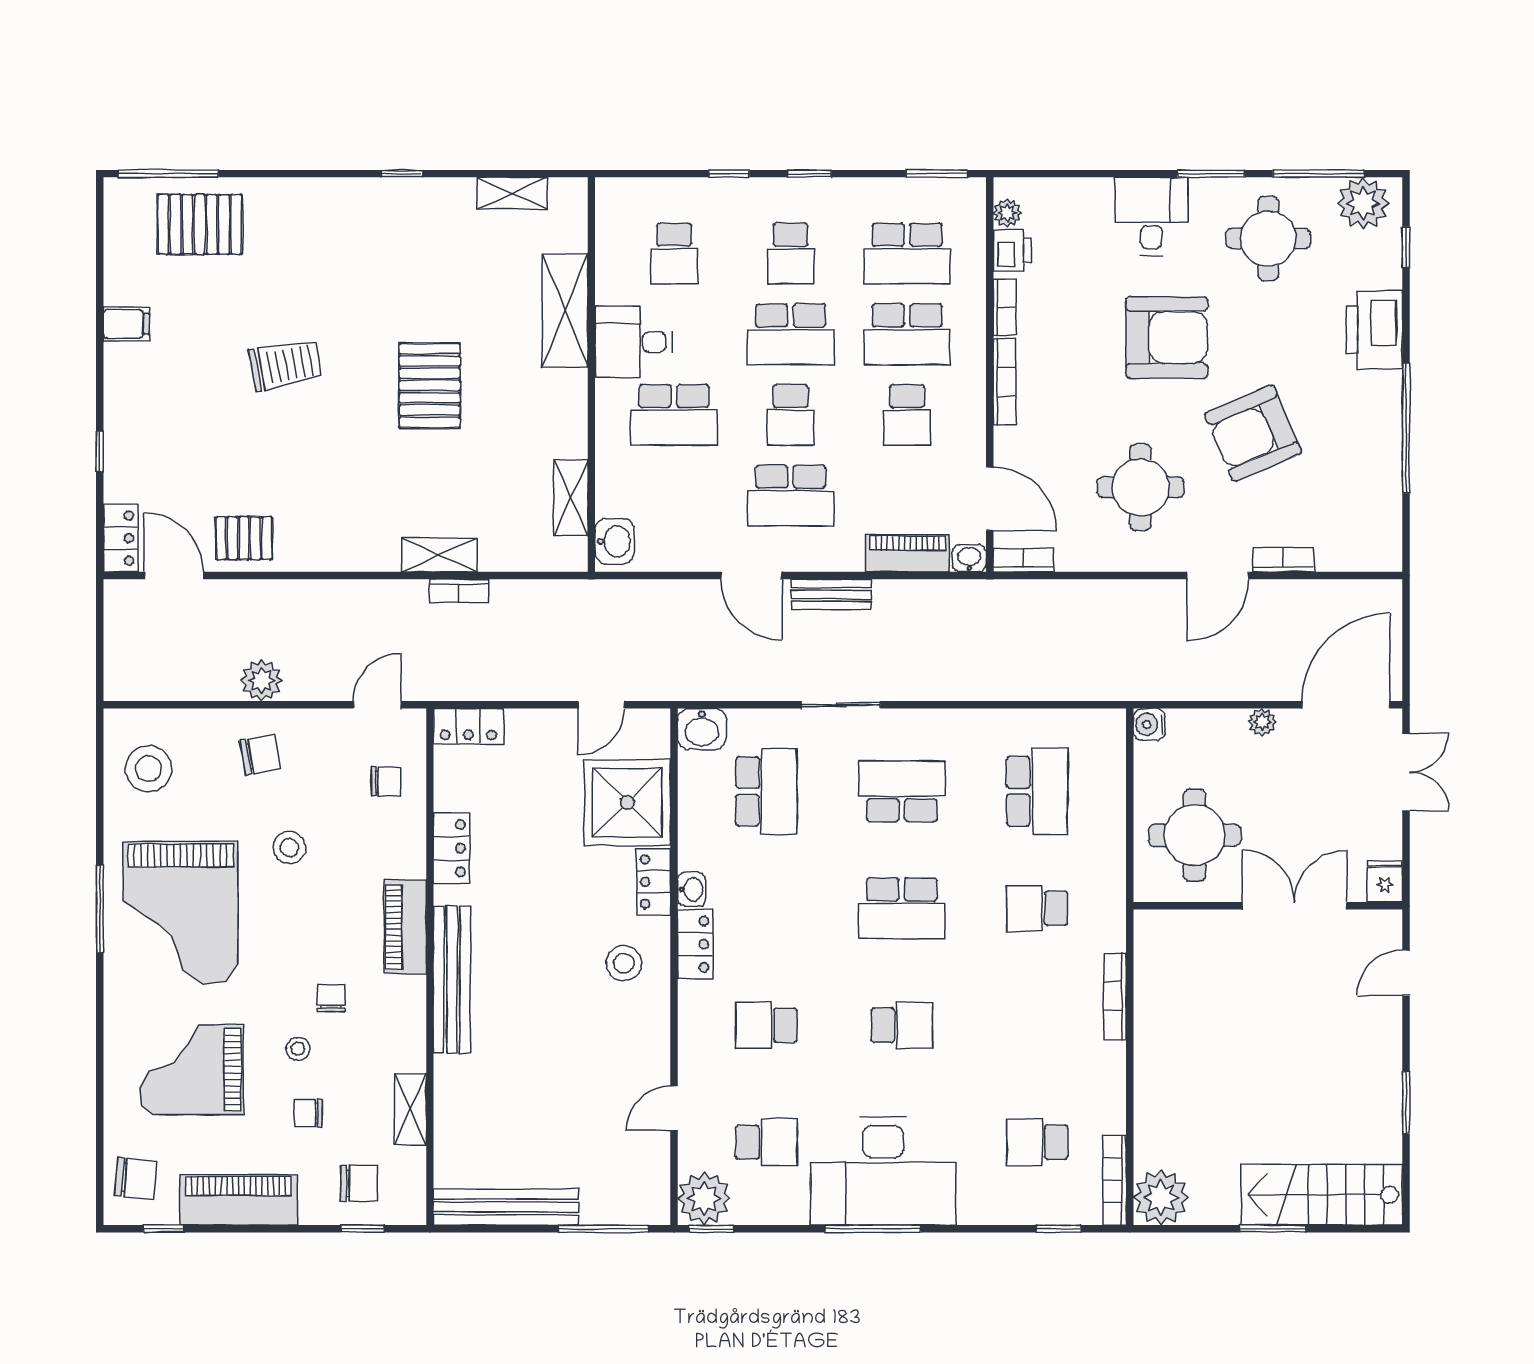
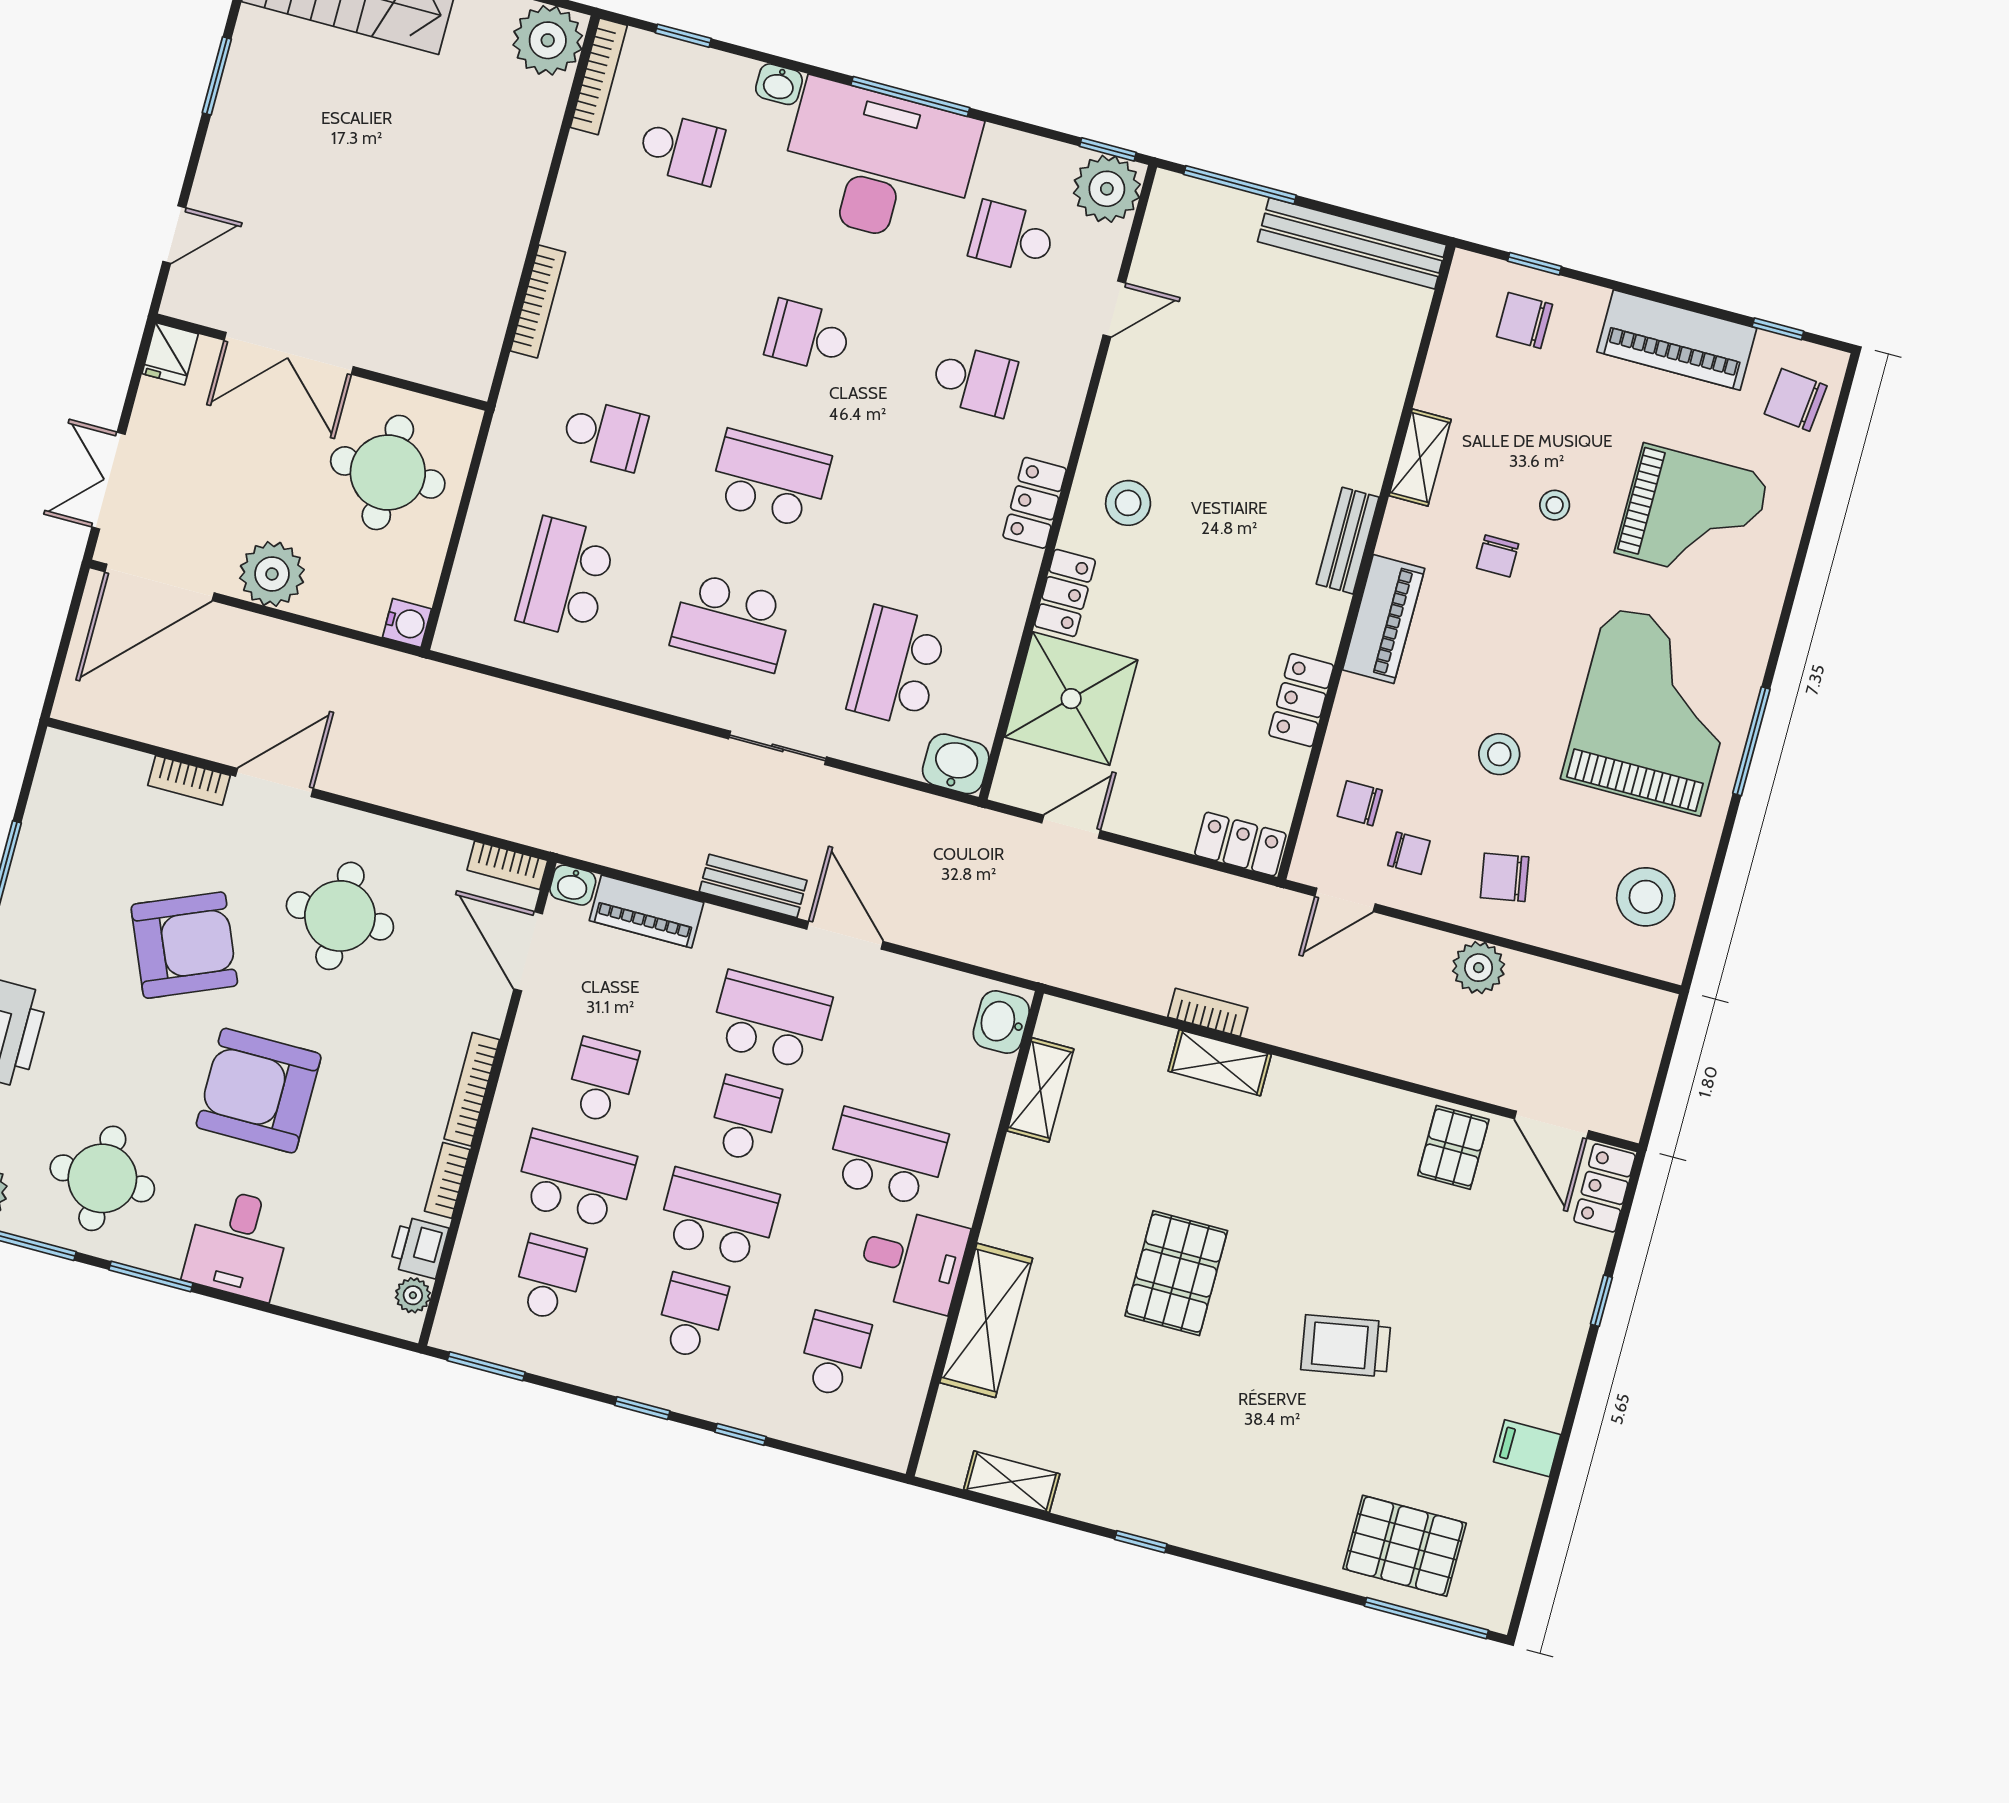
school desk: (907, 254) -> (549, 1278), width x0.54
pallet: (244, 538) -> (1453, 1147), turned 90
plant: (1262, 722) -> (272, 574), width x1.87, depth x1.87
washbasin: (691, 889) -> (779, 84), moved, turned -90
bench: (452, 979) -> (1348, 541), width x0.54, depth x0.82
shelving: (410, 1109) -> (1420, 458), moved
chair: (308, 1113) -> (1409, 853), moved

